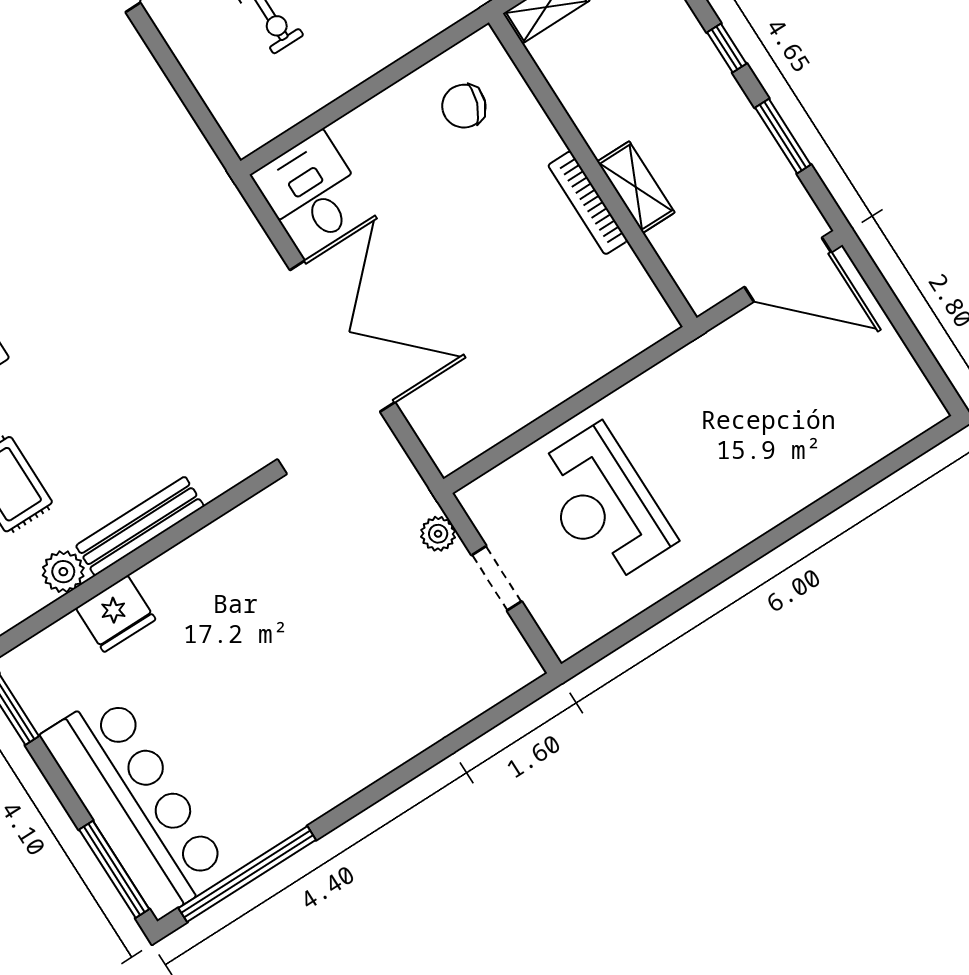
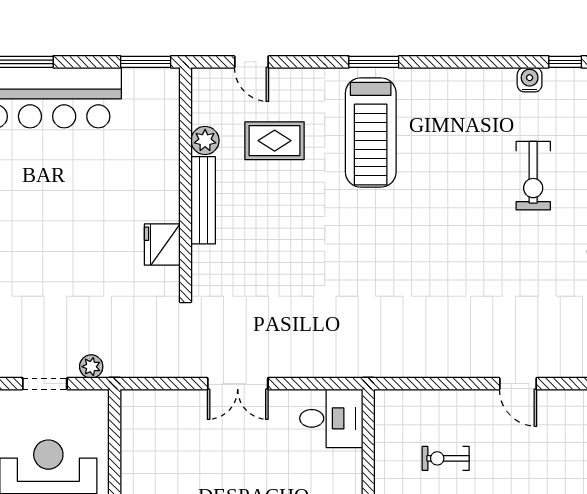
double door: (342, 336) -> (238, 384), width x0.54
fridge: (116, 614) -> (162, 245), moved

